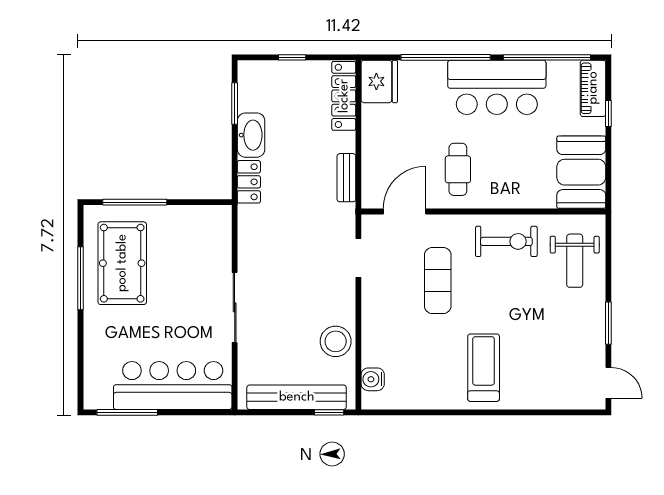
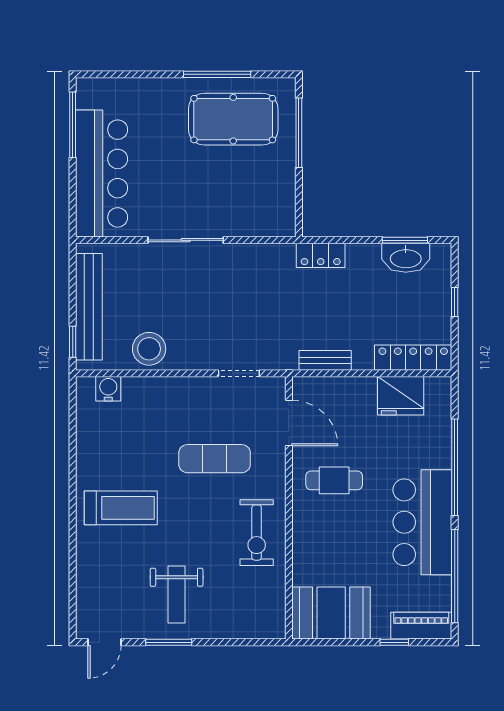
fridge: (379, 81) -> (401, 396), moved
washbasin: (251, 135) -> (406, 258), moved
weight bench: (575, 261) -> (177, 595), moved, turned -90

